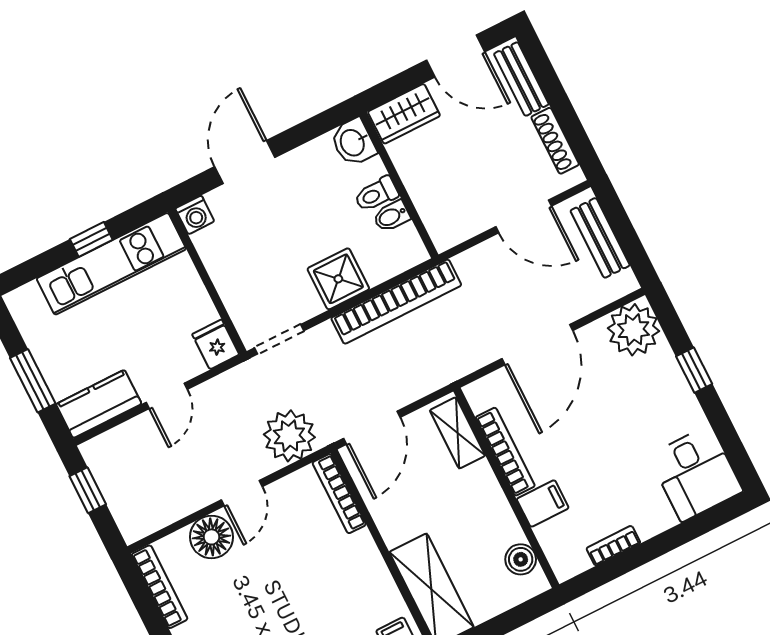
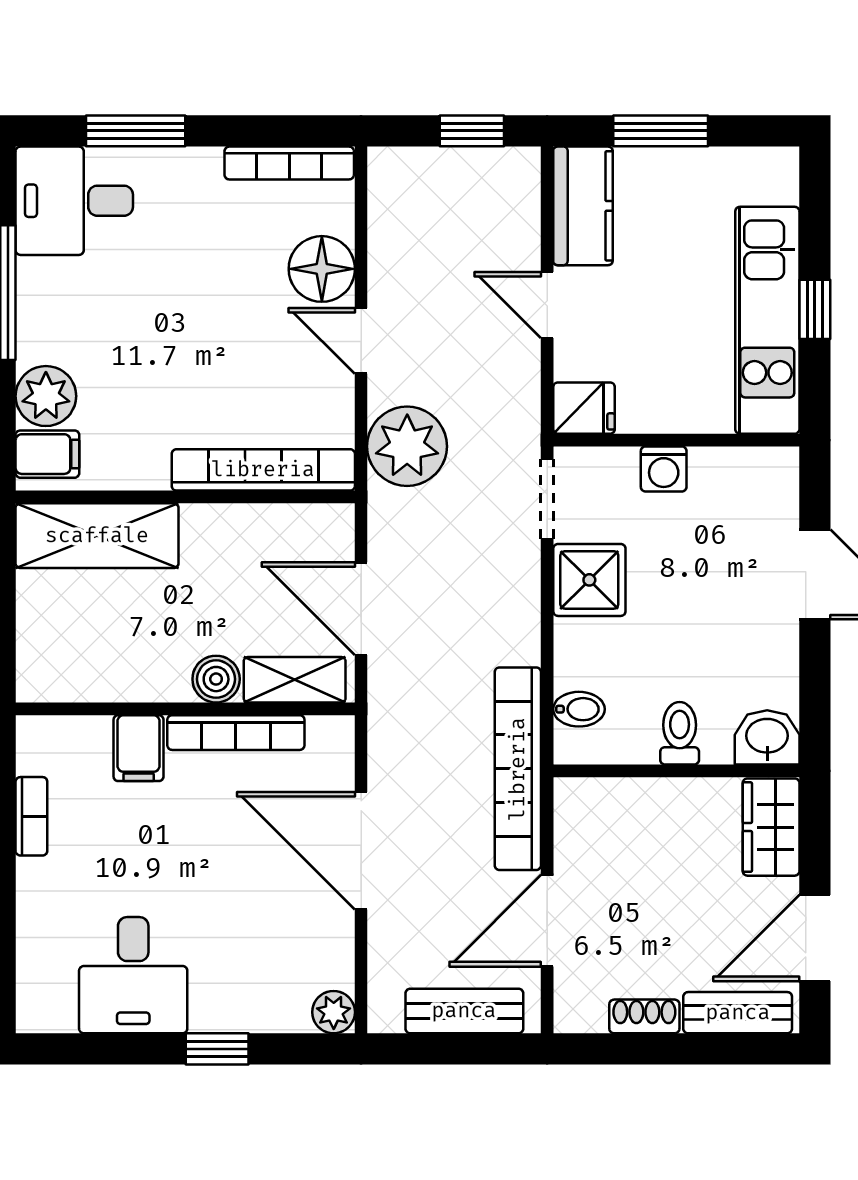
shoe rack: (555, 141) -> (644, 1016), width x0.70
washing machine: (195, 215) -> (664, 469), moved, turned -90
bidet: (392, 216) -> (579, 709), moved, turned 90
shower: (338, 279) -> (589, 580), moved
bookcase: (396, 302) -> (518, 769), moved
plant: (634, 330) -> (334, 1012), width x0.53, depth x0.53
door: (372, 428) -> (361, 609), moved
desk: (696, 473) -> (133, 975), moved, turned -90
bookcase: (339, 494) -> (263, 470), width x1.48, depth x1.31
boiler: (521, 559) -> (216, 679), moved

